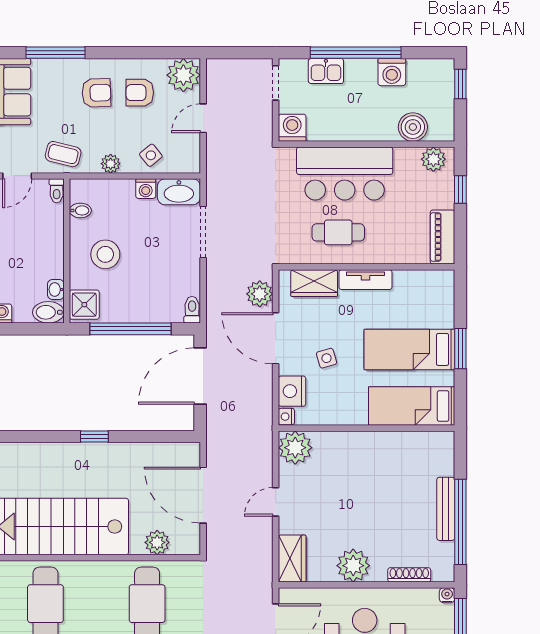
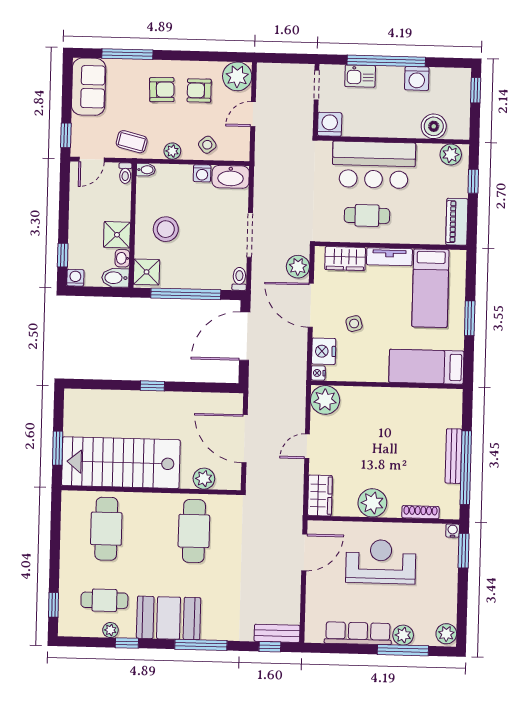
bidet: (80, 210) -> (146, 170), moved
doorway: (203, 232) -> (250, 235), moved
shower: (49, 262) -> (117, 235), added
bed: (409, 349) -> (430, 288), moved, turned -90

